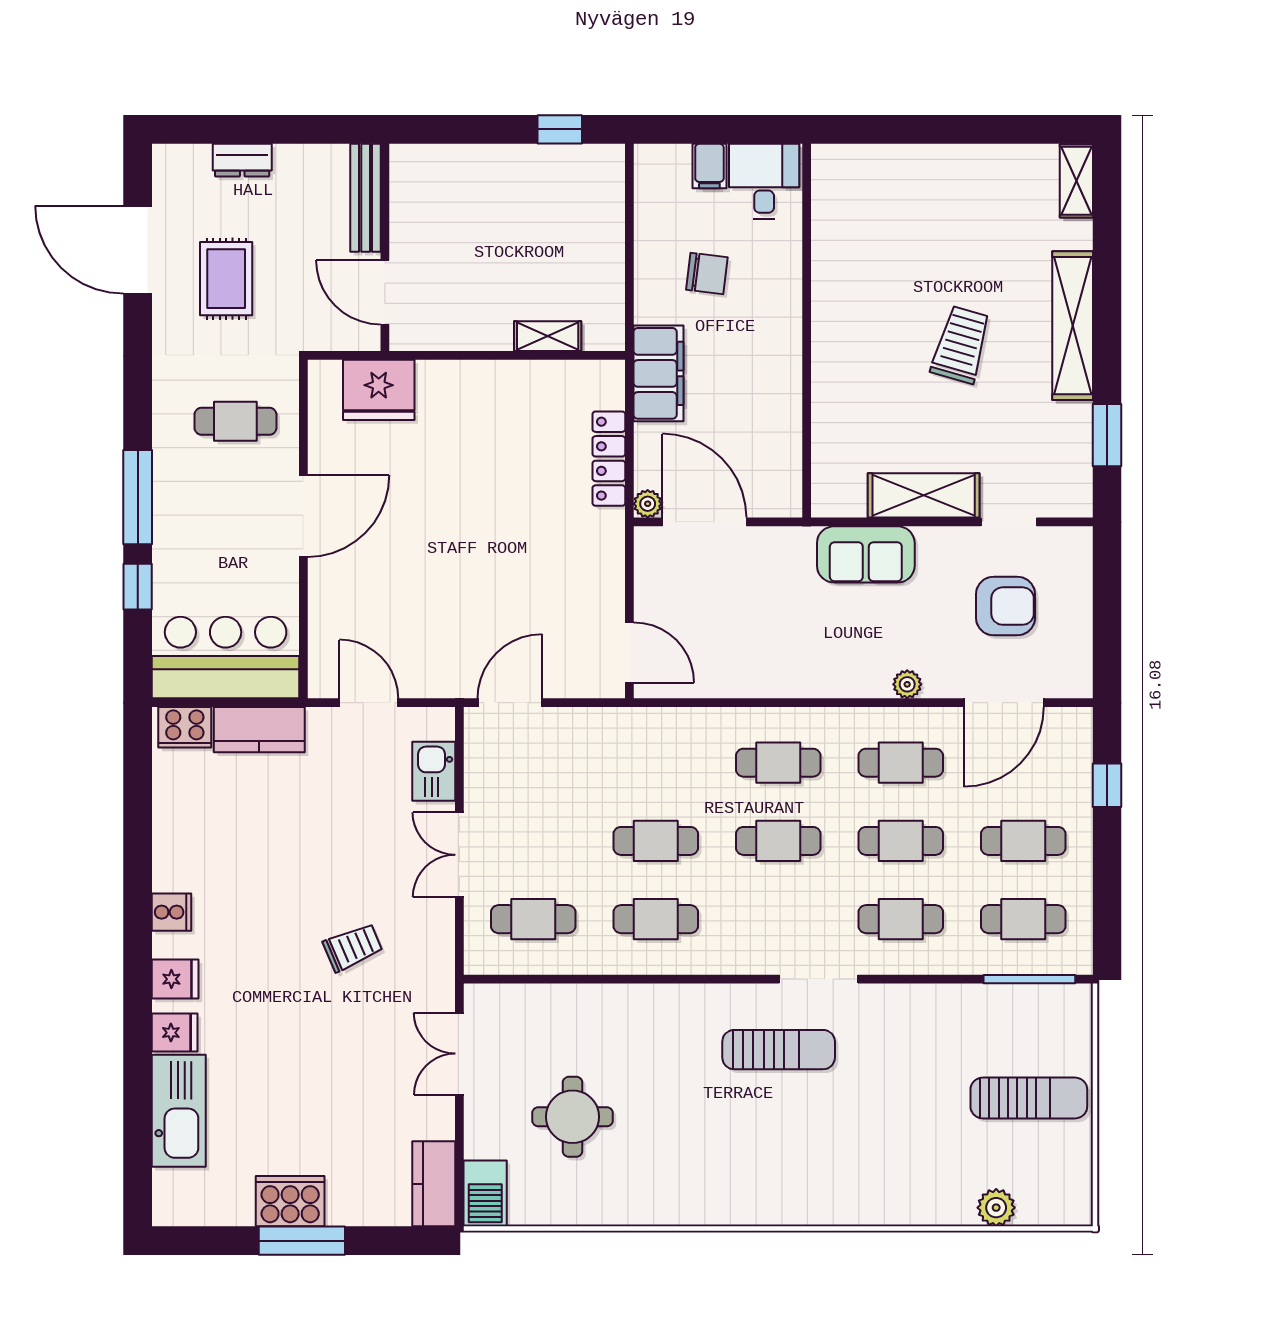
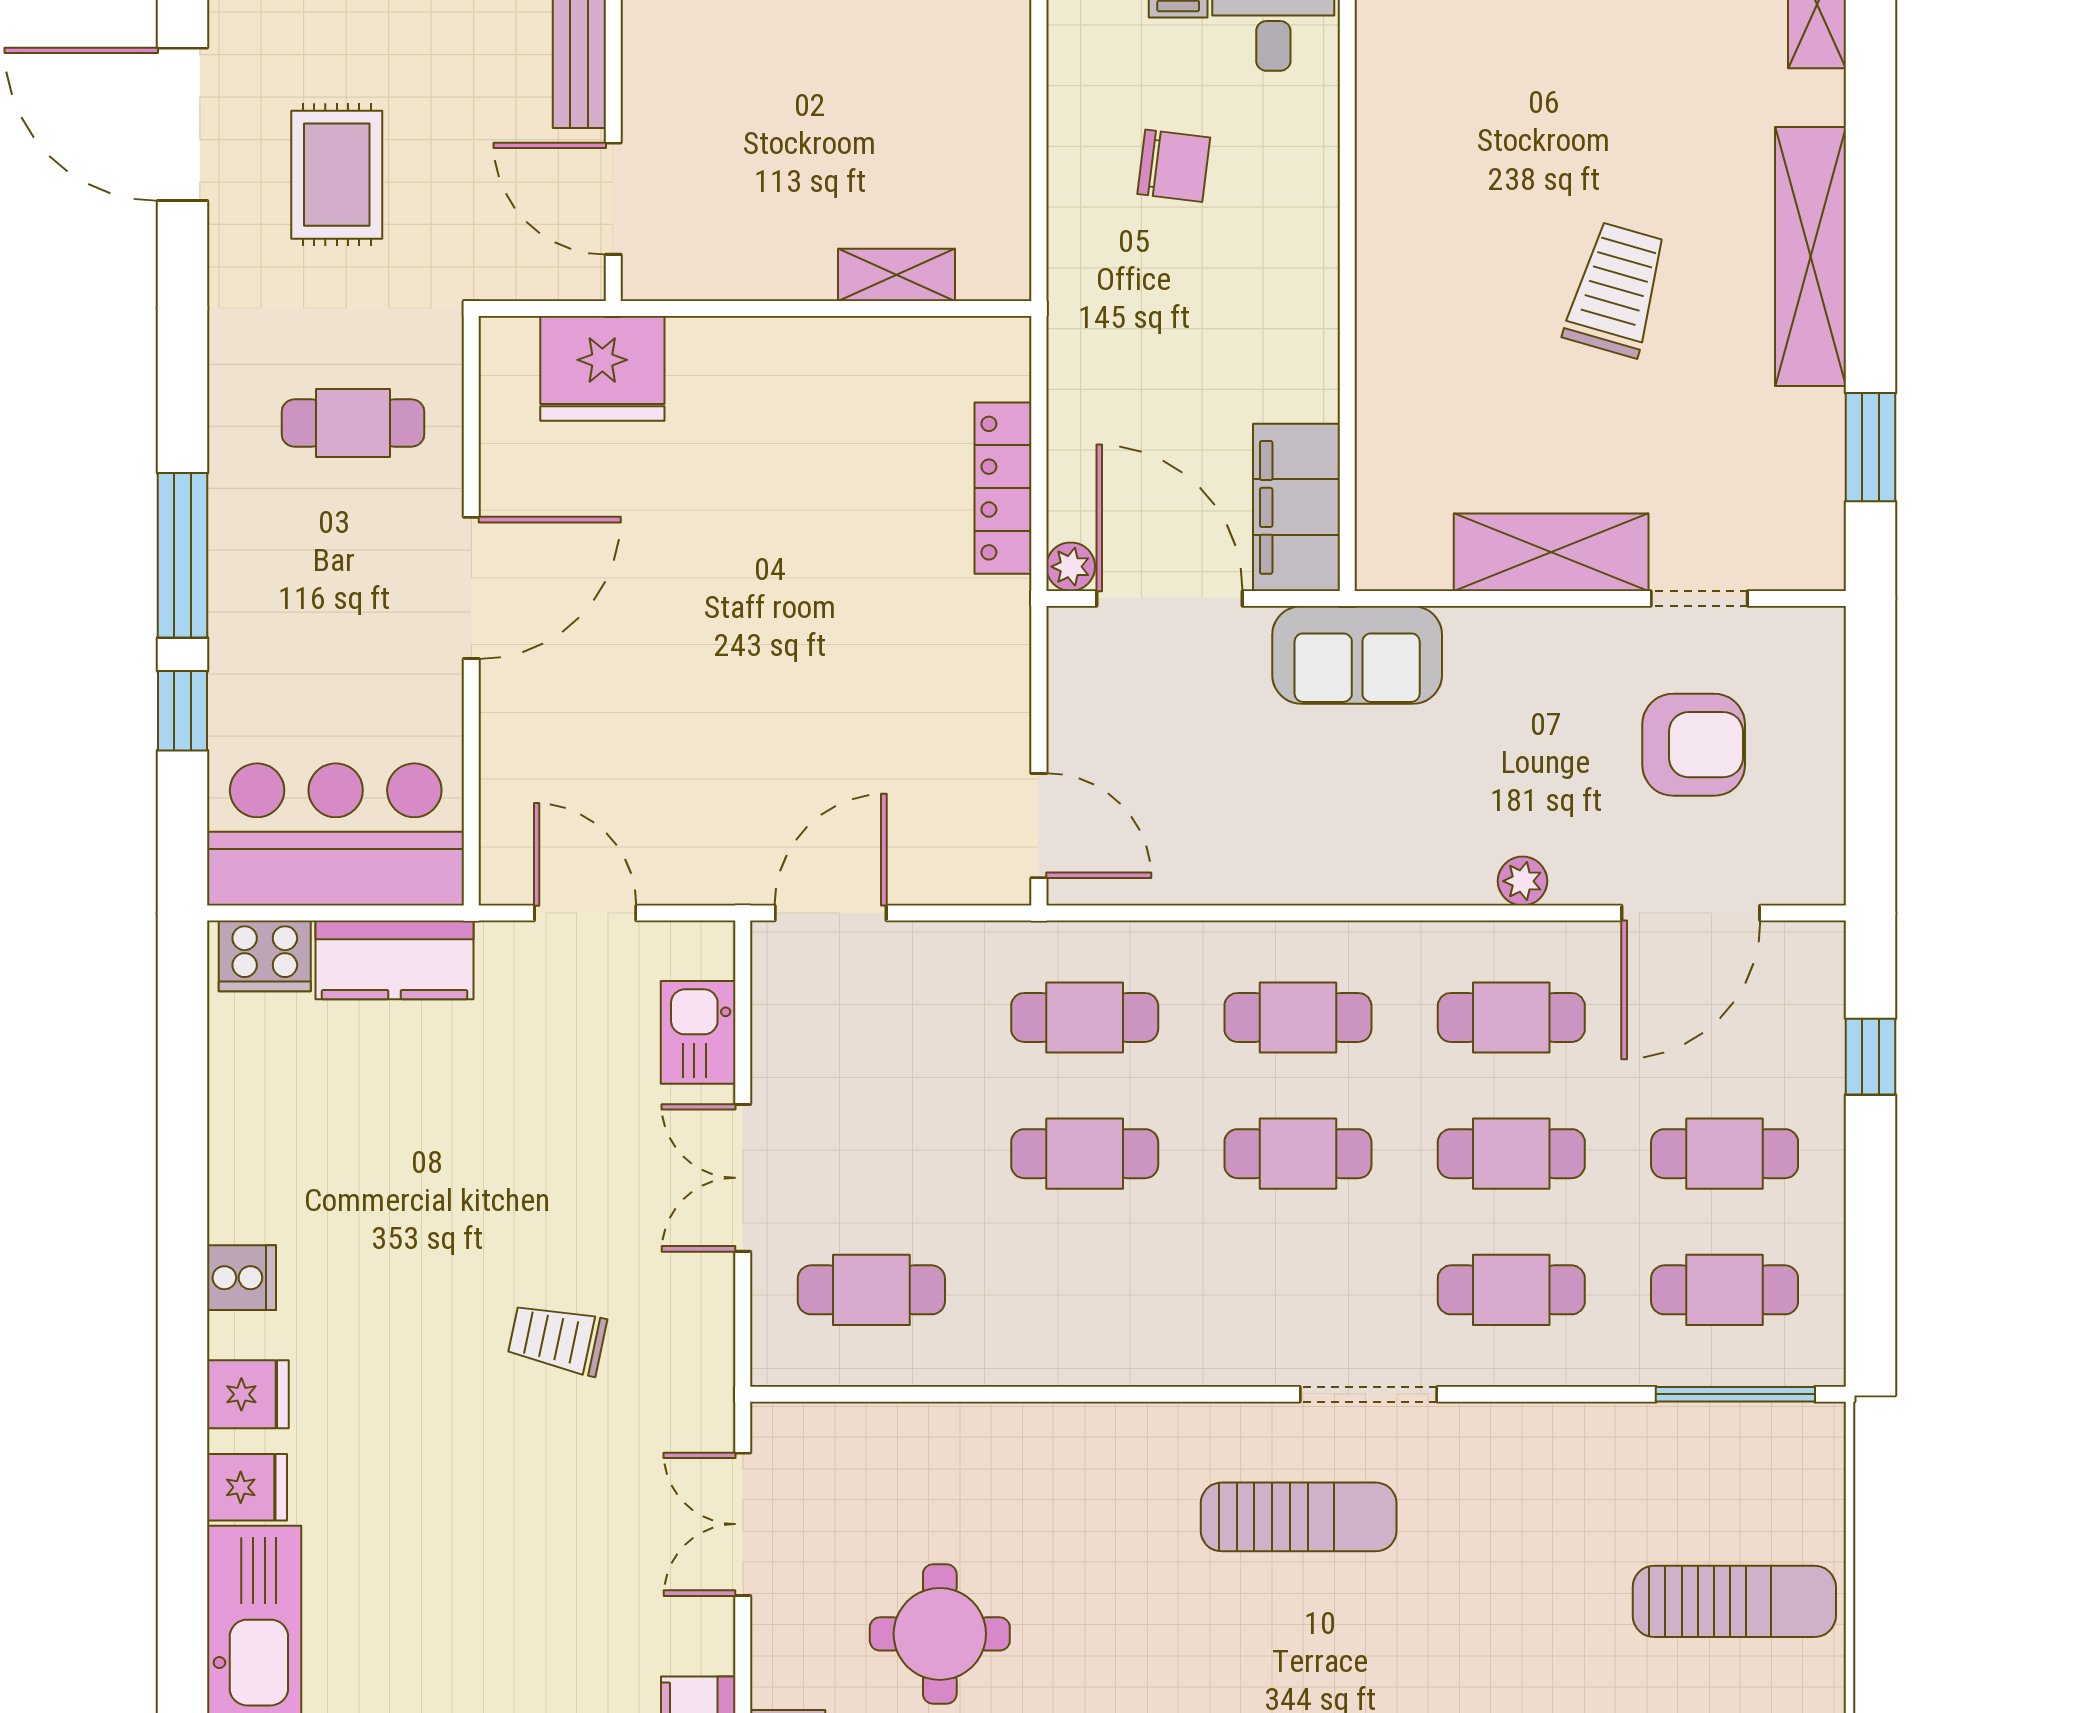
filing cabinet: (659, 373) -> (1297, 507), moved, turned 180
sofa: (866, 554) -> (1357, 655), moved
cafe table: (656, 919) -> (1085, 1017), moved
trolley: (353, 947) -> (557, 1339), turned -145

